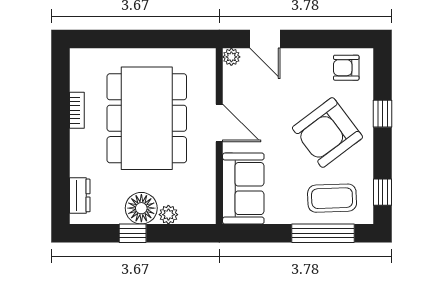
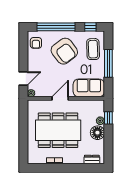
window: (383, 114) -> (56, 27), width x3.17
window: (133, 233) -> (108, 118), moved
window: (323, 233) -> (108, 63), moved

